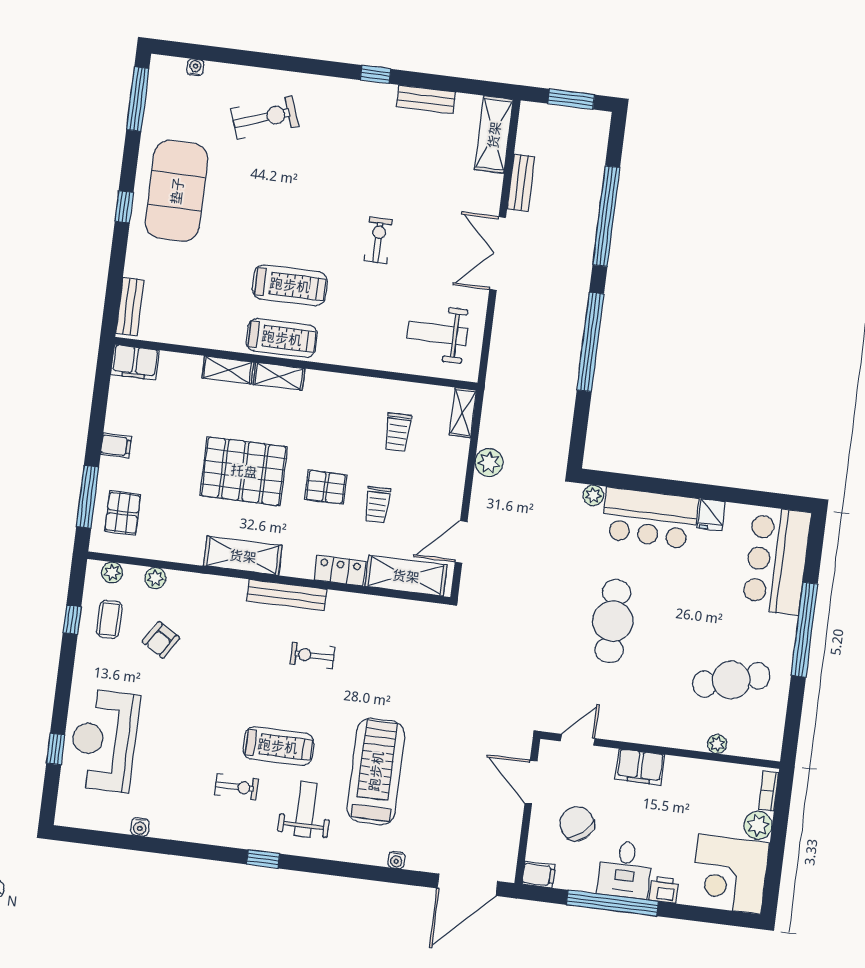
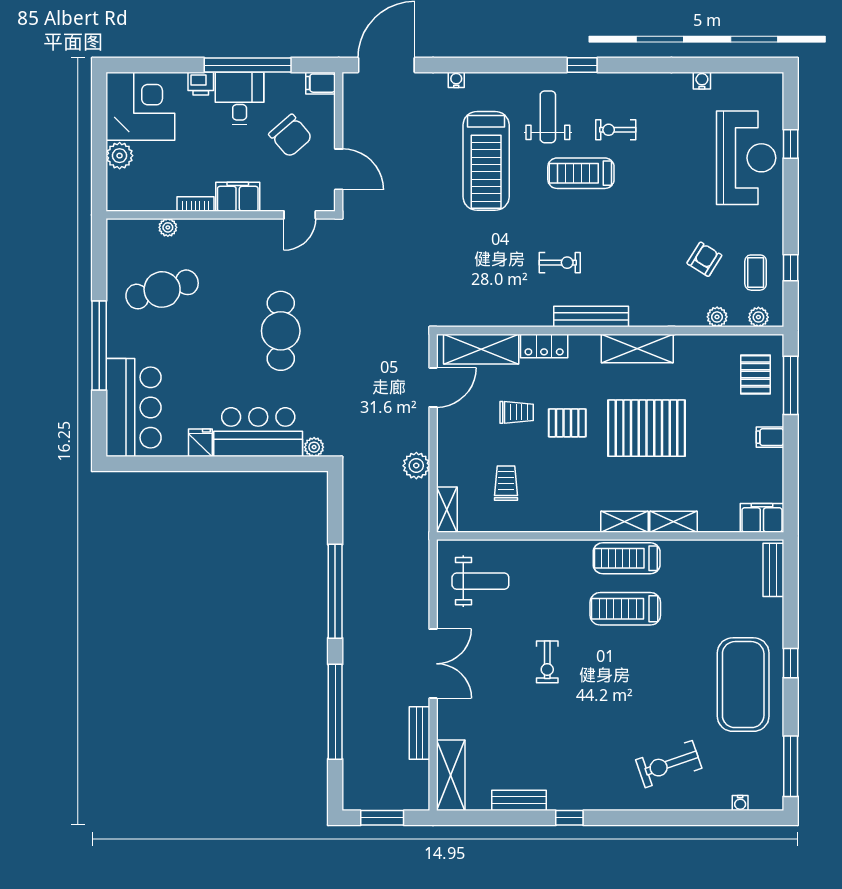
trolley: (377, 505) -> (517, 412), turned 90
bookcase: (769, 791) -> (195, 204), moved, turned -90
weight bench: (306, 809) -> (548, 117), turned 180

